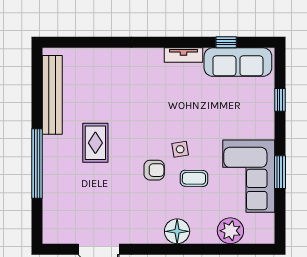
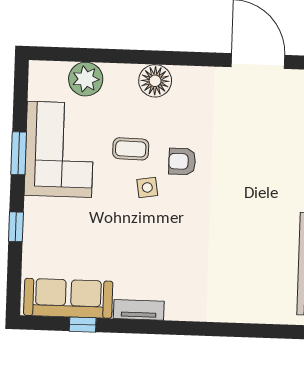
window: (280, 100) -> (16, 227), moved
rug: (95, 143) -> (257, 200), removed

